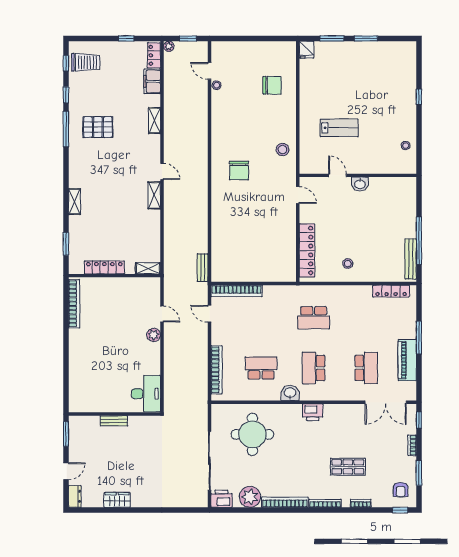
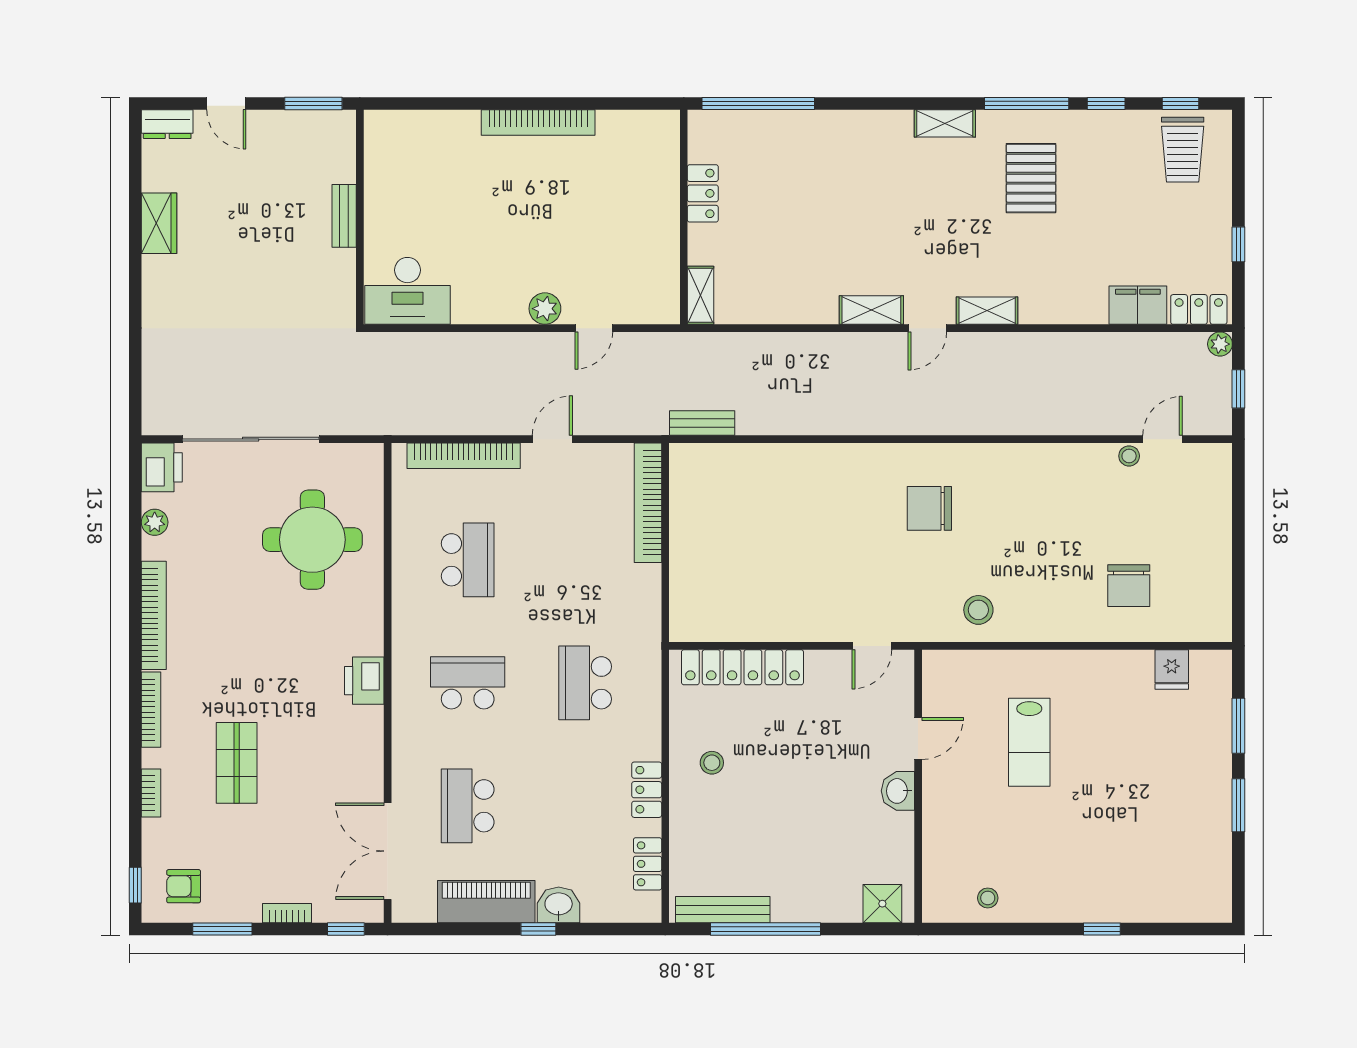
fridge: (307, 50) -> (1172, 669), moved, turned -90
shelving: (154, 121) -> (987, 311), moved
shower: (408, 191) -> (882, 904), added
shelving: (74, 202) -> (945, 123), moved
window: (66, 244) -> (758, 104), width x2.11
locker: (104, 267) -> (703, 193), width x0.66
locker: (359, 291) -> (647, 790), added
locker: (391, 291) -> (648, 864), width x0.66
bookcase: (74, 304) -> (538, 123), moved
door: (209, 314) -> (552, 439), moved
window: (419, 338) -> (538, 929), width x0.46
school desk: (366, 368) -> (468, 806), turned 90
washbasin: (290, 393) -> (559, 905), moved, turned -90
plant: (250, 497) -> (155, 522), width x0.53, depth x0.53

